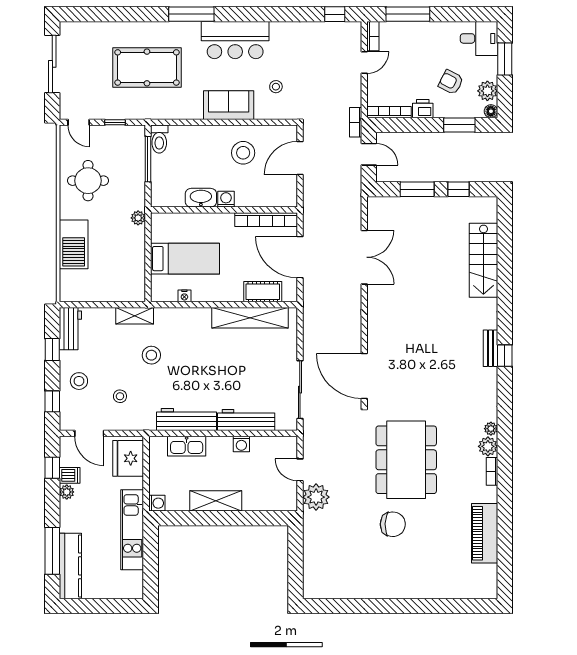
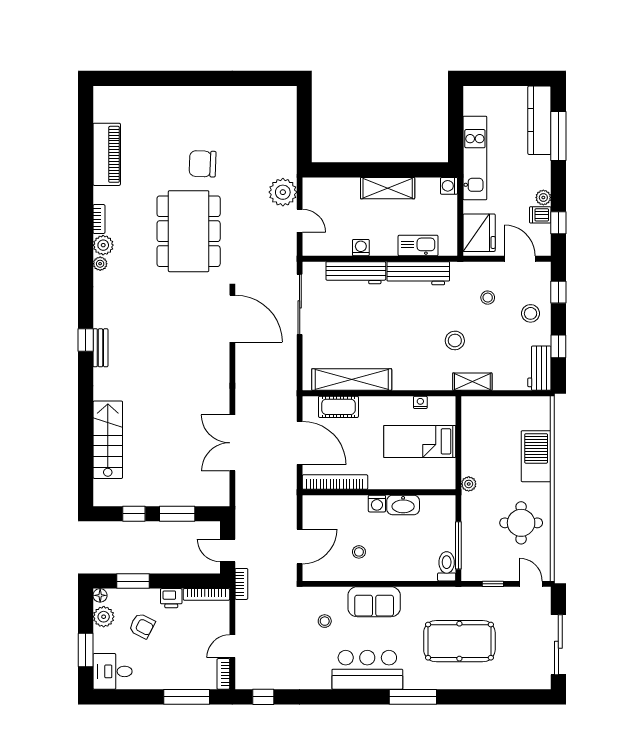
stool: (243, 153) -> (359, 552), width x0.53, depth x0.53

